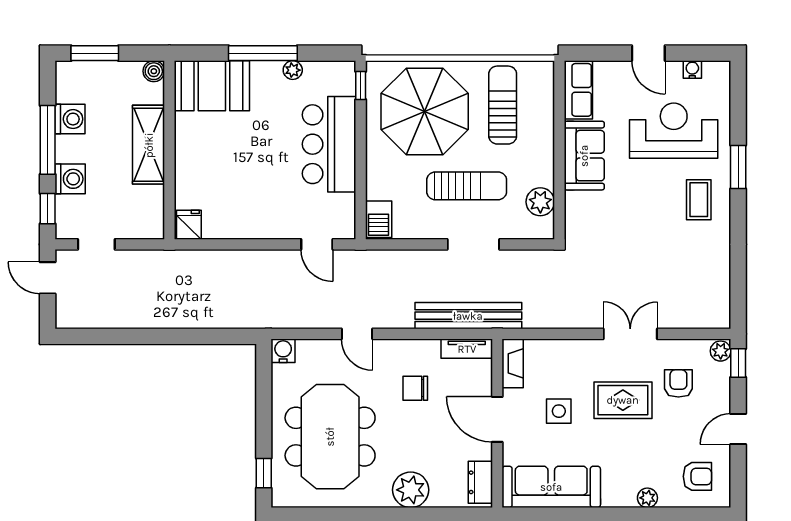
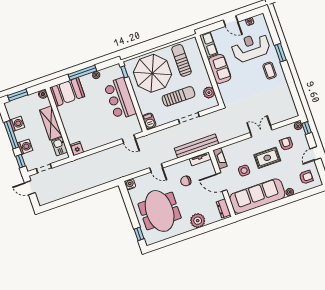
kitchen sink: (150, 206) -> (59, 146), added
sofa: (551, 487) -> (257, 196), width x1.36, depth x1.27

